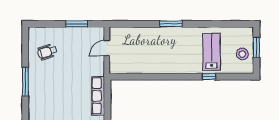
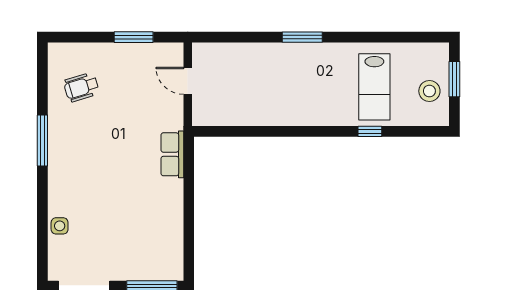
door: (107, 48) -> (188, 81), hinge flipped
lab bench: (212, 52) -> (374, 87), turned 180
row of seats: (98, 96) -> (172, 154), width x0.68

